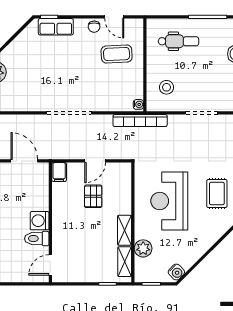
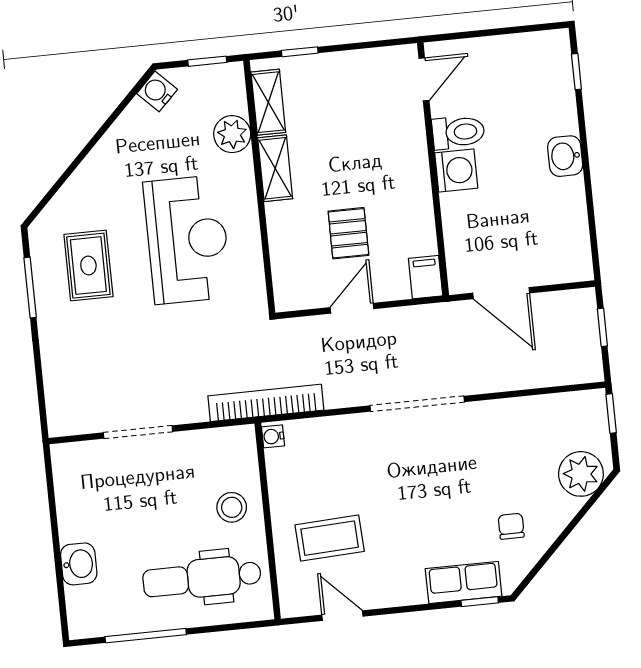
chair: (94, 27) -> (511, 526), moved
dental chair: (178, 41) -> (202, 578), width x1.36, depth x1.38
stool: (166, 87) -> (232, 507), moved

